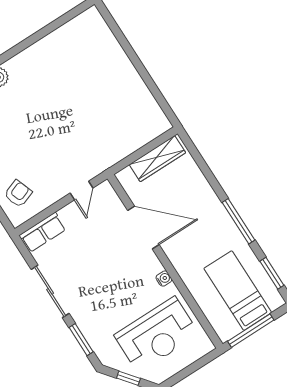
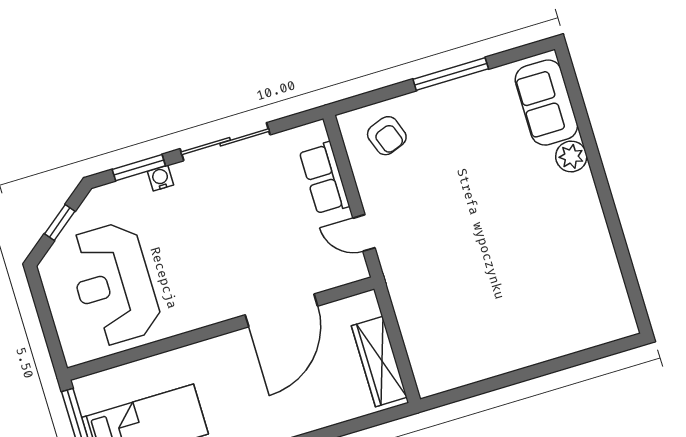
row of seats: (43, 232) -> (324, 178), moved
water cooler: (164, 279) -> (161, 178), moved, turned 180

